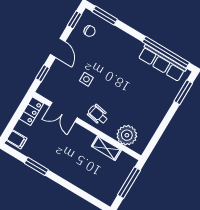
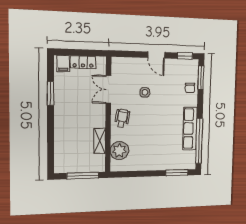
chair: (90, 31) -> (190, 88), moved
door: (58, 48) -> (156, 55), hinge flipped
row of seats: (162, 63) -> (190, 129), moved
window: (43, 73) -> (130, 54), removed
locker: (31, 111) -> (83, 62), moved

